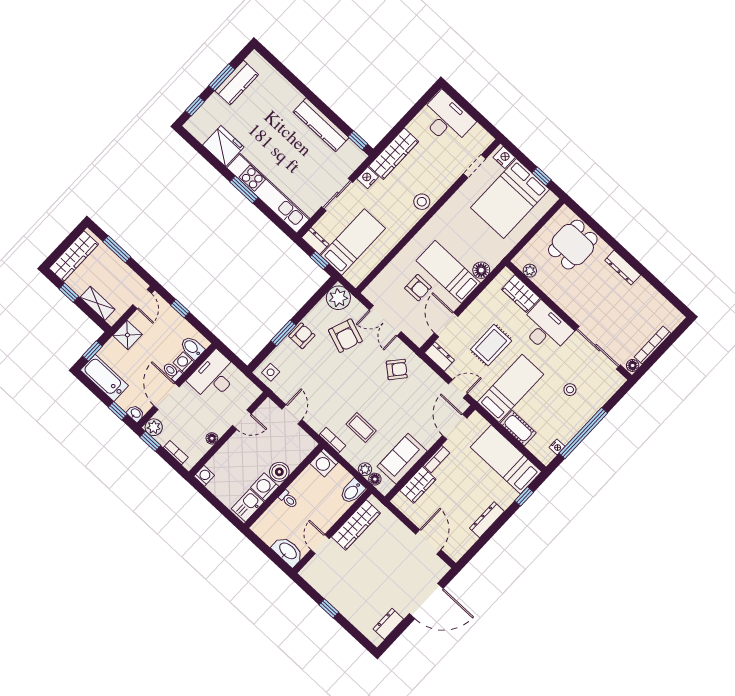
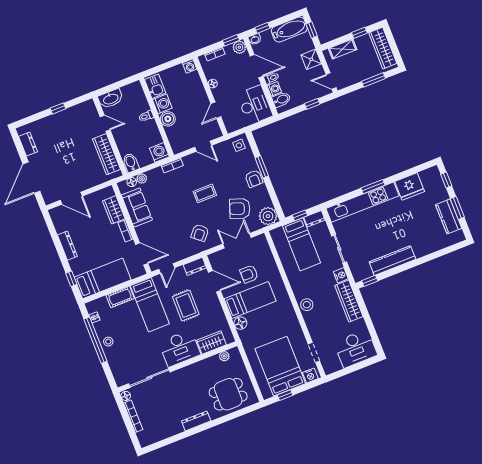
dining table: (573, 245) -> (228, 394), turned 90
stool: (570, 390) -> (108, 342), moved
coffee table: (361, 428) -> (205, 193), moved

